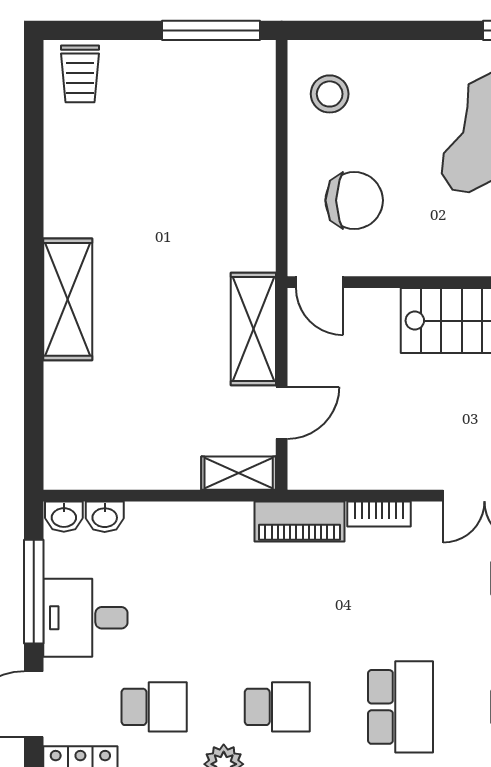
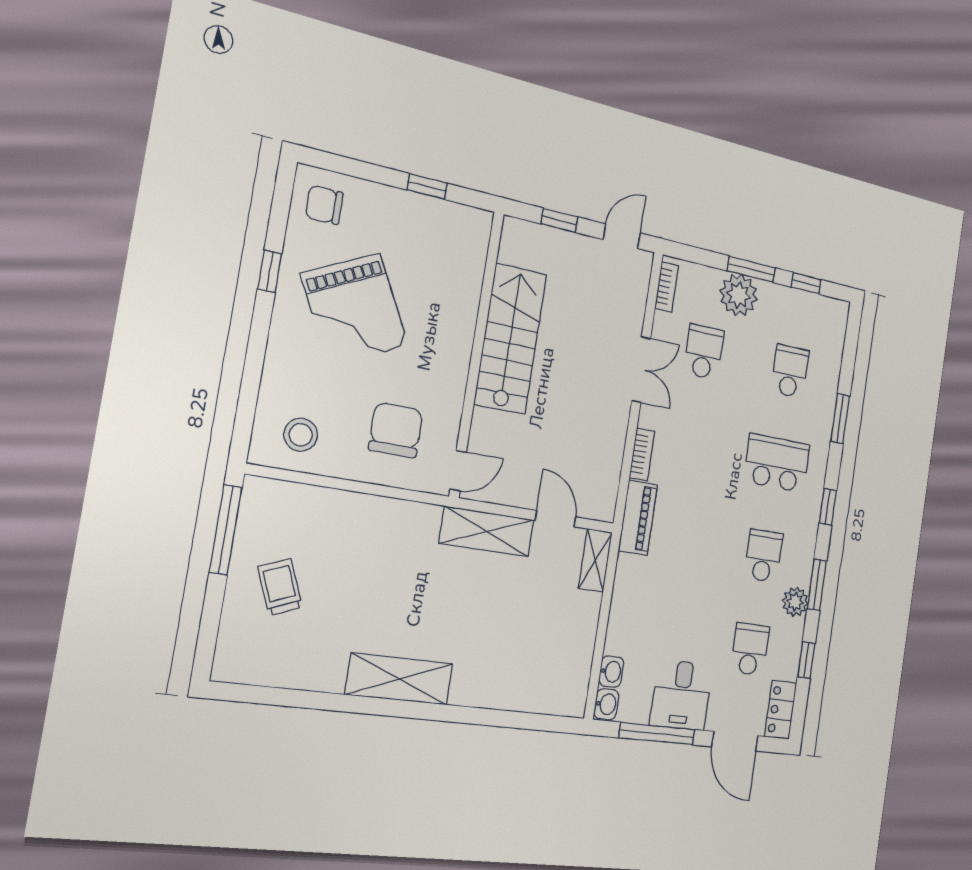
trolley: (80, 74) -> (280, 587), moved, turned -112
shelving: (68, 299) -> (399, 679), moved

